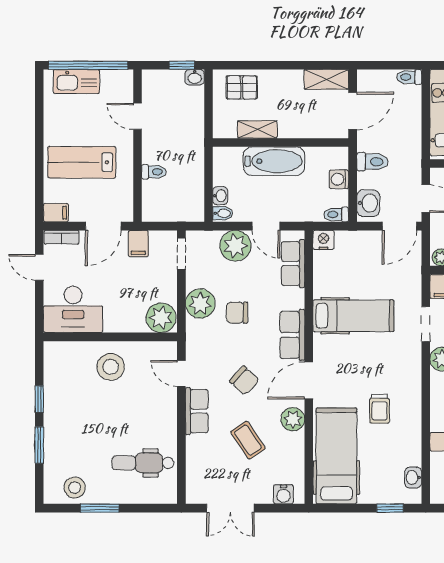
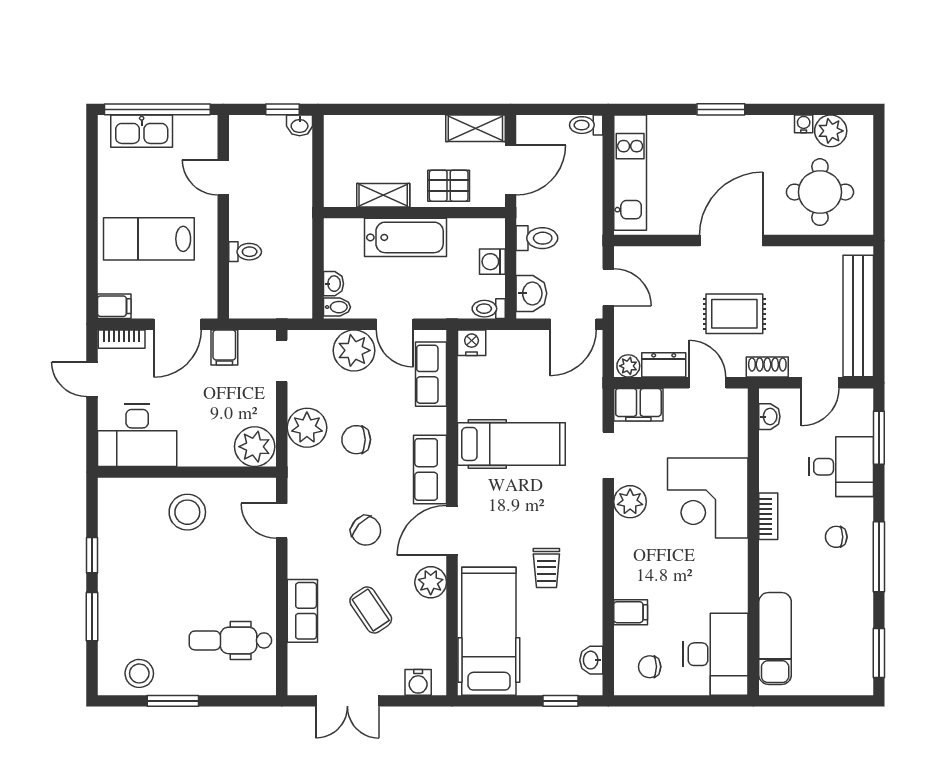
pallet: (242, 87) -> (449, 186), moved
row of seats: (197, 411) -> (302, 611), moved

